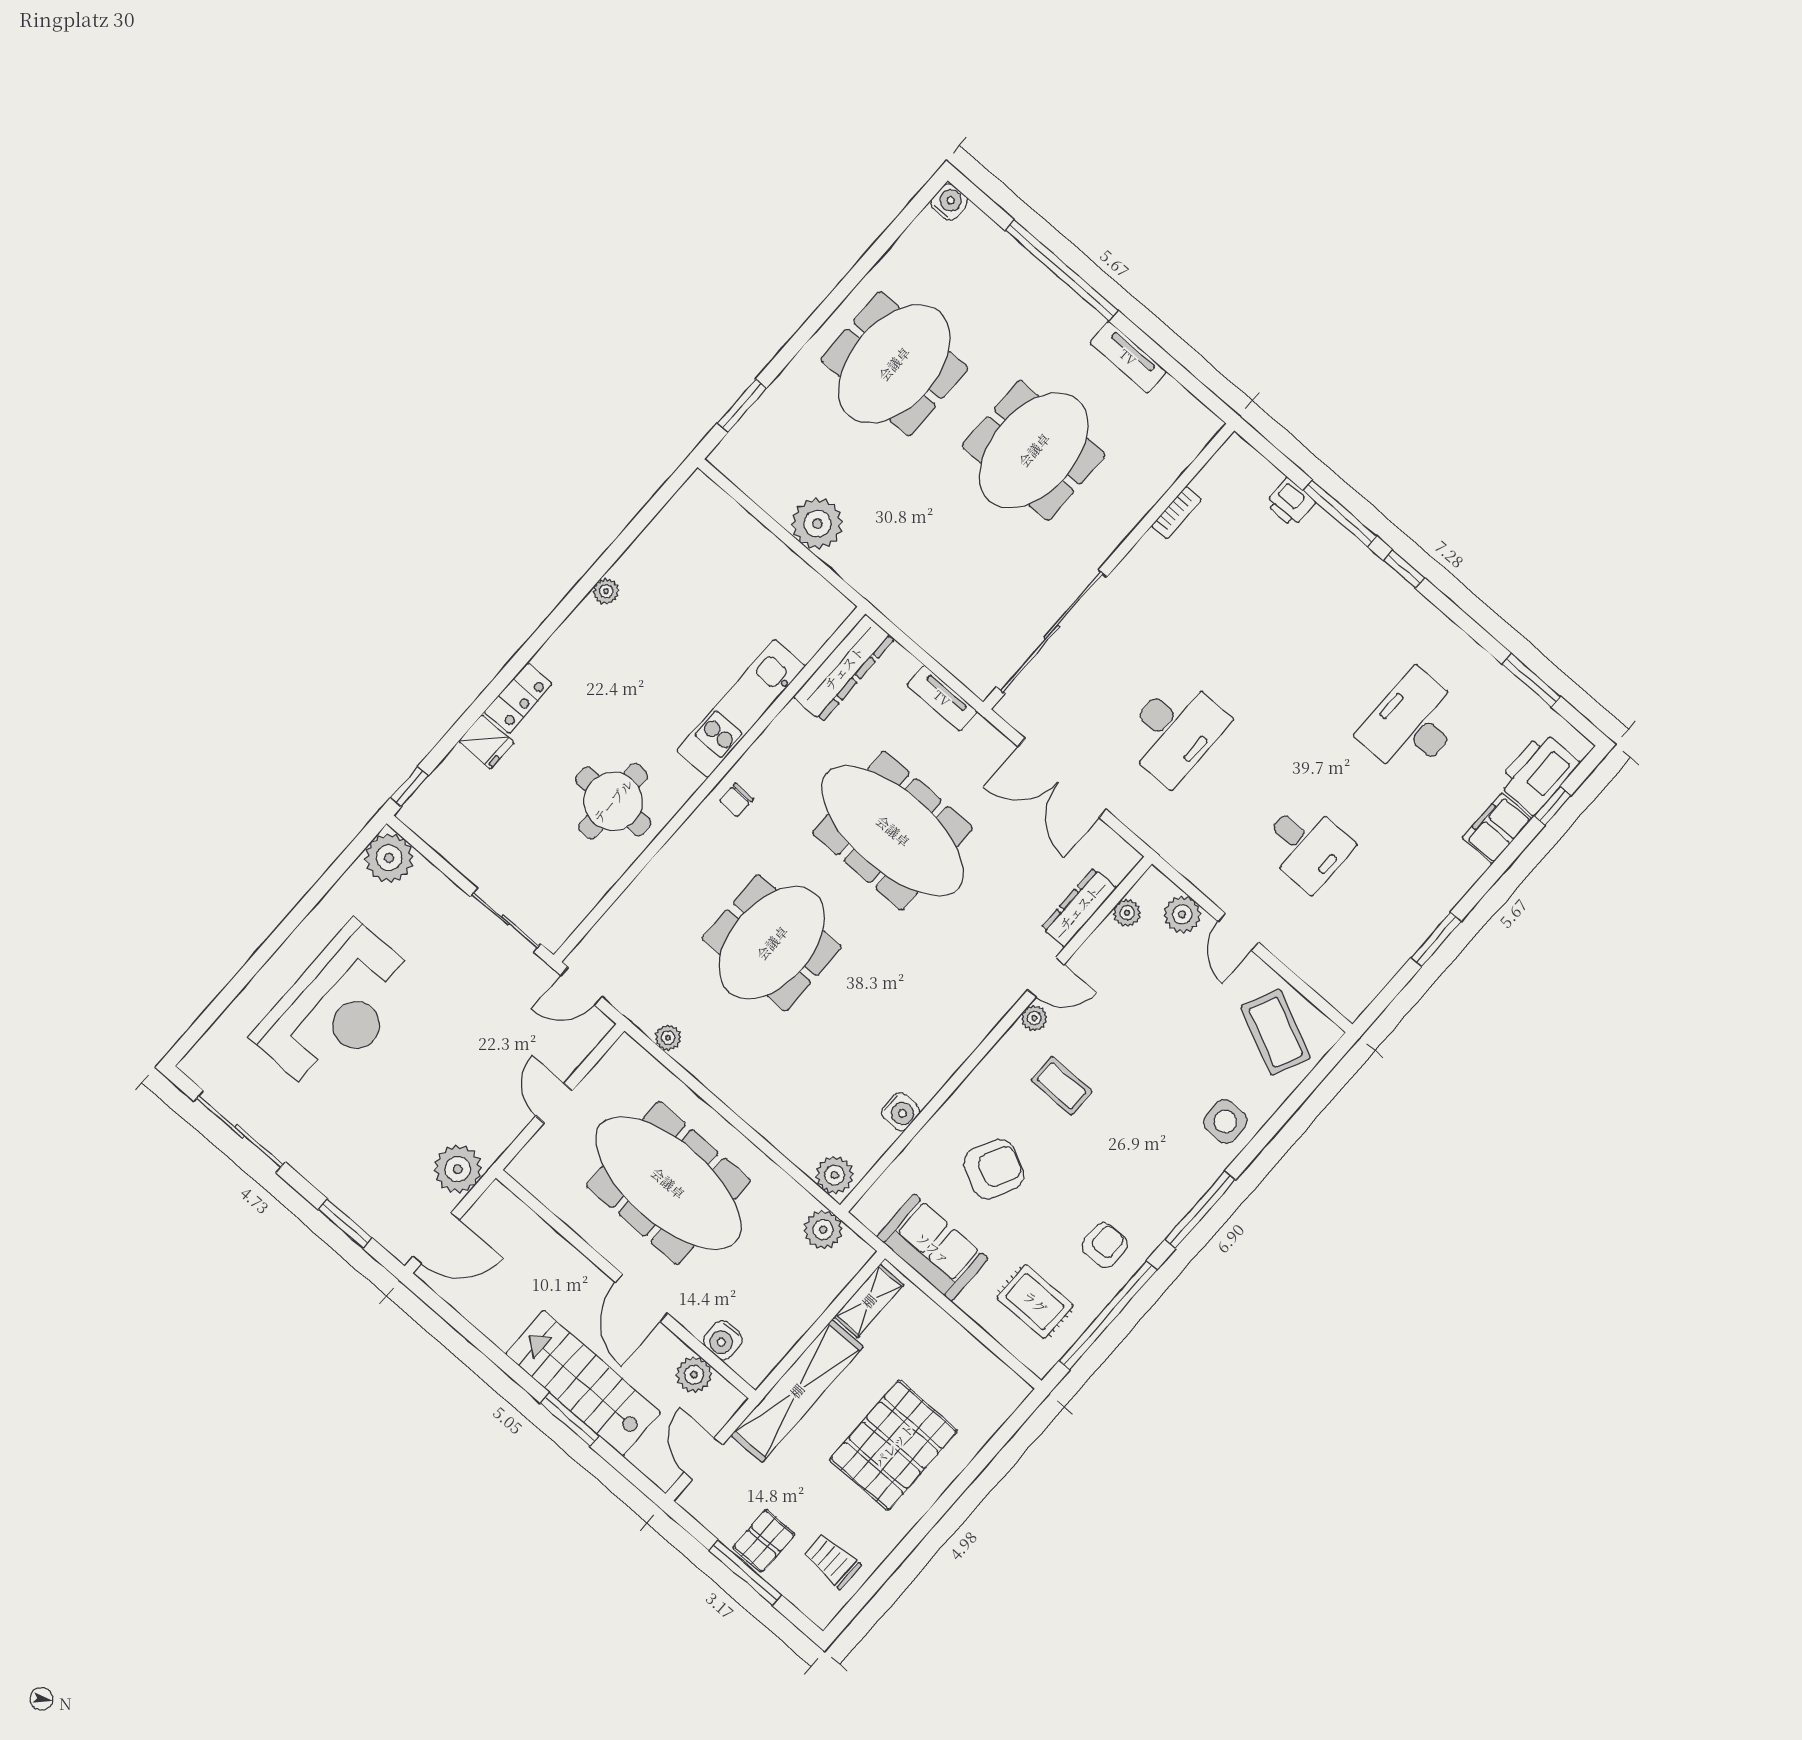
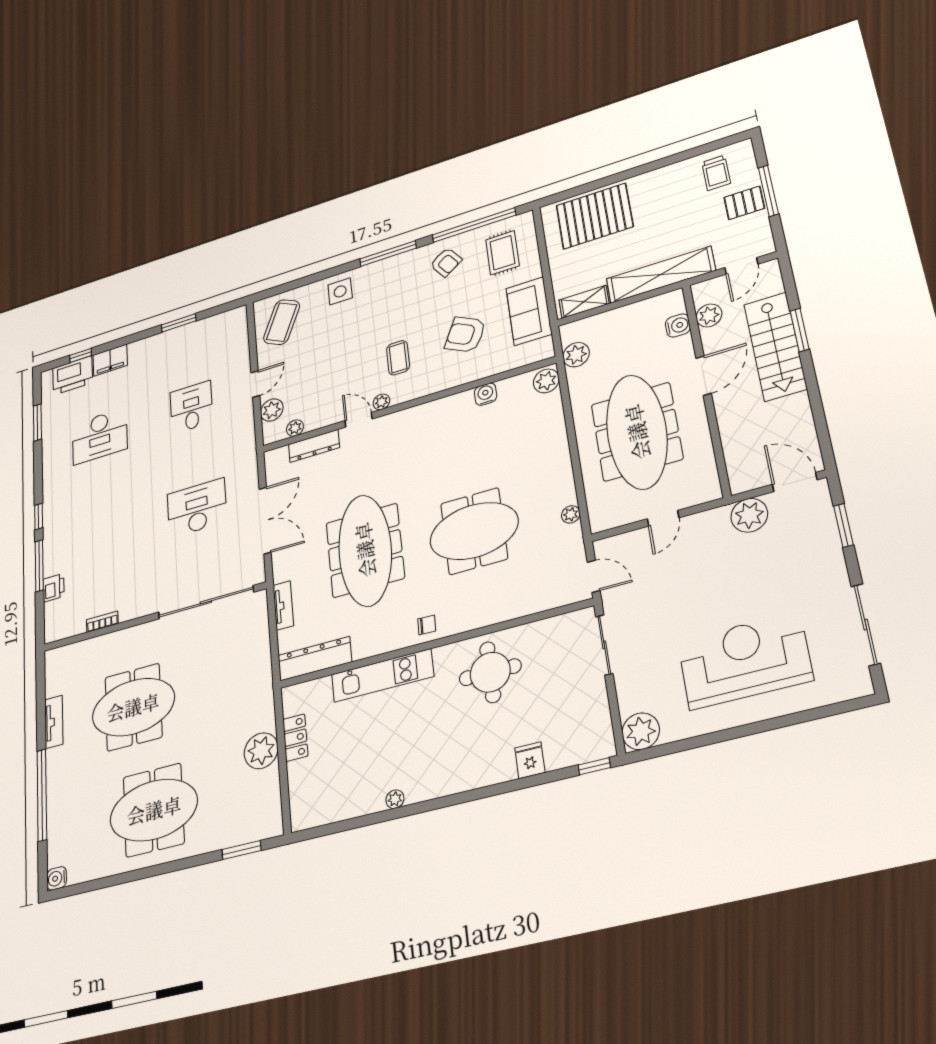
locker: (518, 698) -> (295, 738), moved, turned 90
armchair: (1105, 1245) -> (446, 262), turned -125
pallet: (894, 1445) -> (595, 216), moved

